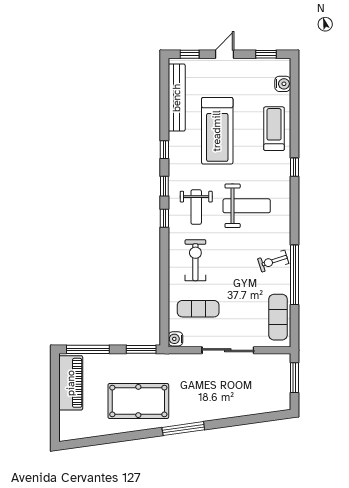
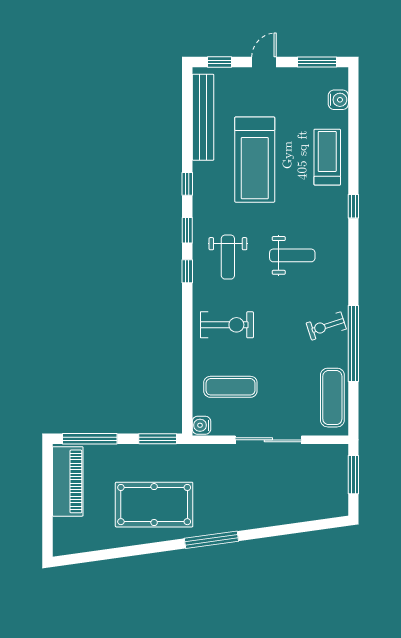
window: (266, 54) -> (317, 62), width x1.50
weight bench: (247, 206) -> (292, 255), width x0.73, depth x0.75
exercise bike: (195, 260) -> (227, 325), turned 90

